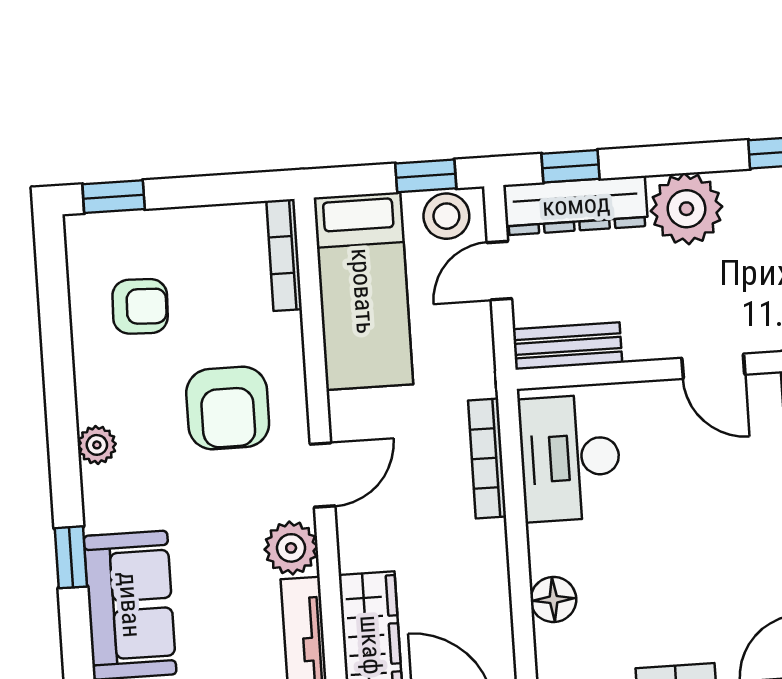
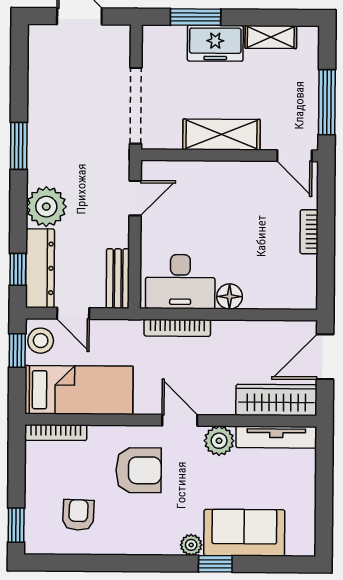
plant: (97, 445) -> (191, 545), moved
floor lamp: (553, 599) -> (230, 296), moved

